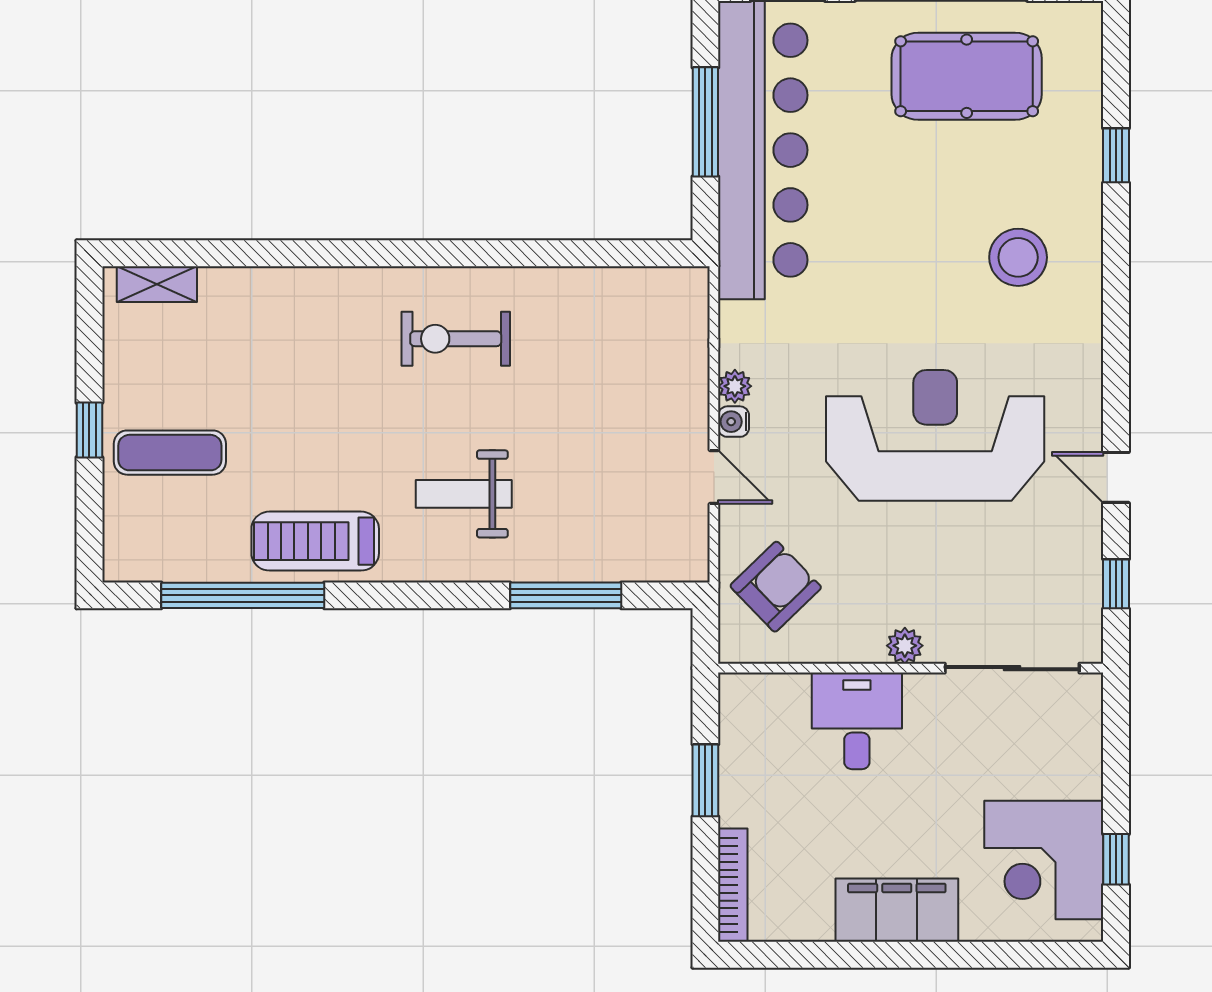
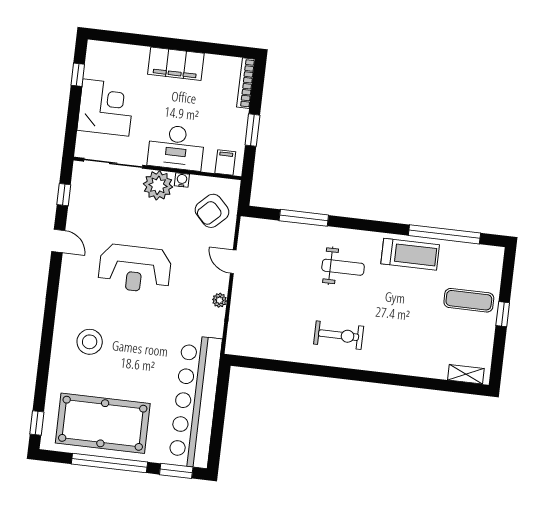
pool table: (967, 76) -> (103, 423), width x1.36, depth x1.32
window: (705, 122) -> (219, 417), removed
window: (1116, 155) -> (37, 423), moved
water cooler: (734, 422) -> (182, 180), moved, turned -90
reception desk: (935, 435) -> (135, 269), width x0.74, depth x0.77
plant: (905, 646) -> (158, 185), width x1.88, depth x1.88
filing cabinet: (758, 700) -> (225, 163), added
desk: (857, 721) -> (176, 147), width x1.37
corner desk: (1044, 860) -> (106, 108), moved

